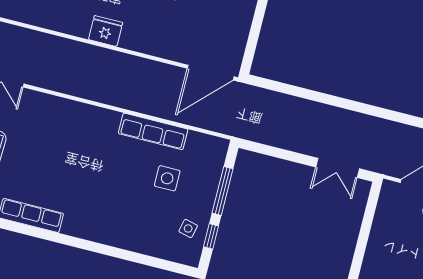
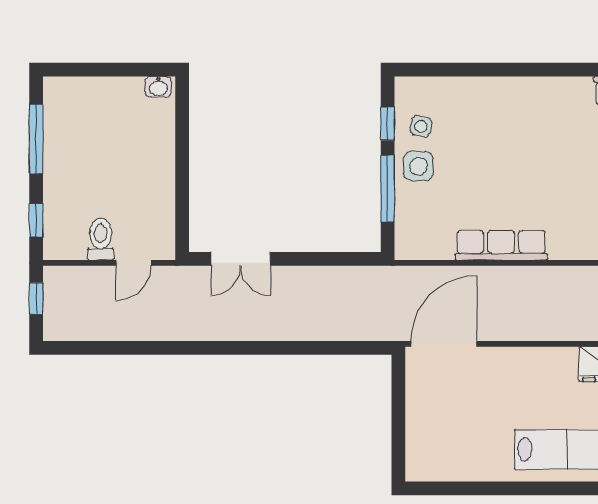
double door: (338, 168) -> (241, 259), swing flipped
side table: (167, 178) -> (418, 166), moved

